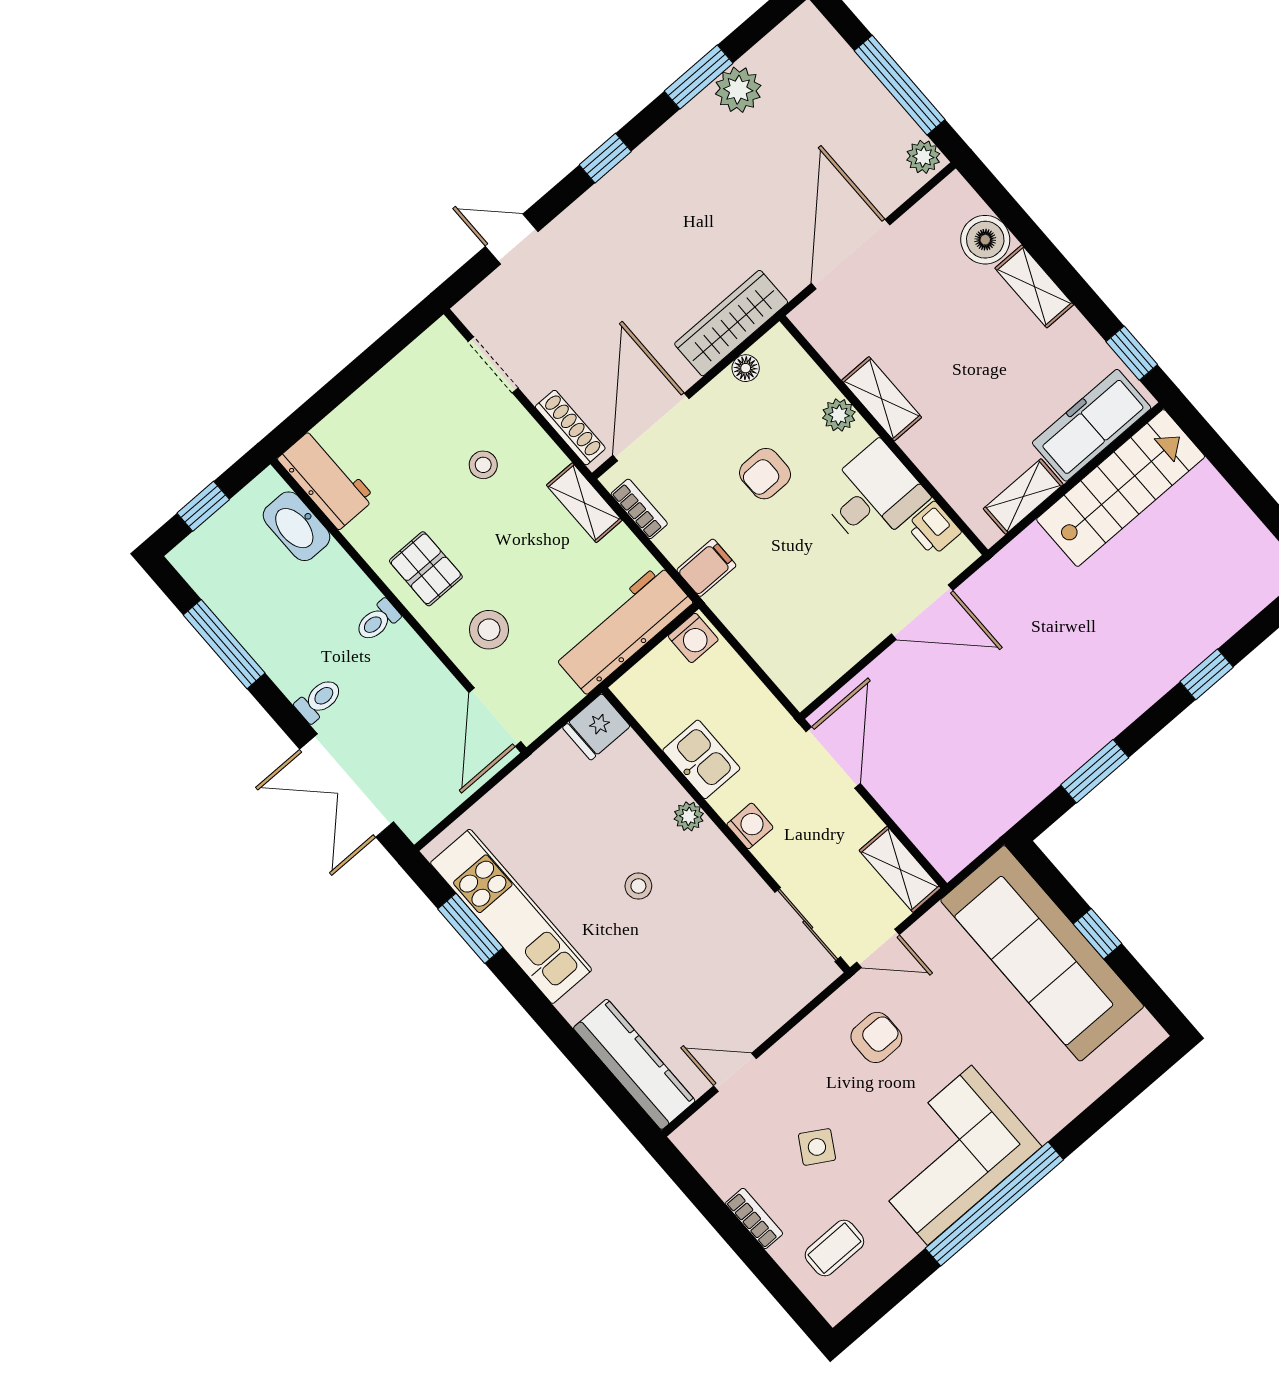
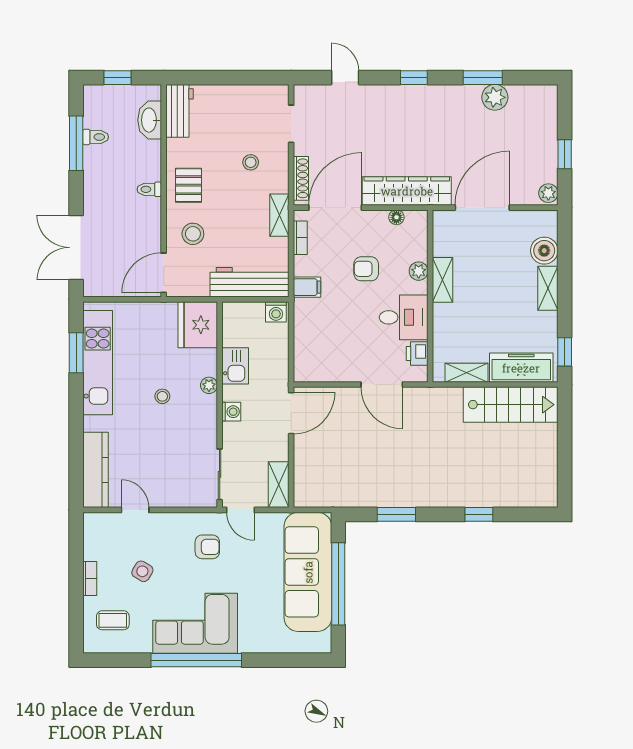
window: (900, 85) -> (565, 154), width x0.46
wardrobe: (731, 323) -> (407, 191), width x1.40, depth x1.17
toilet: (319, 700) -> (96, 137), moved
fridge: (596, 727) -> (198, 325), width x1.88, depth x1.34
window: (1097, 934) -> (338, 584), width x3.17

